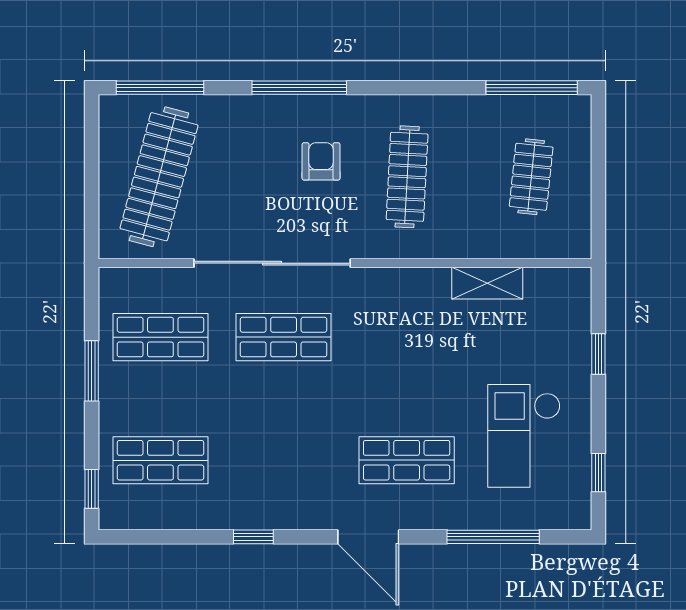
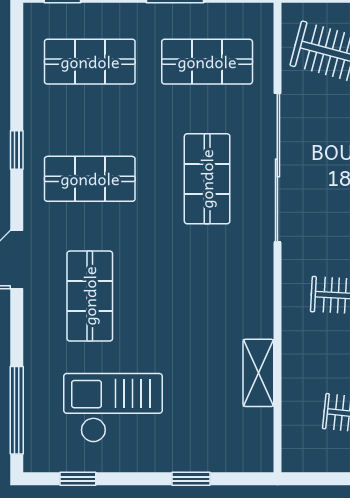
shop shelf: (160, 337) -> (207, 62), turned 90
shop shelf: (160, 460) -> (90, 62), turned 90
shop shelf: (284, 460) -> (90, 179), added
window: (493, 537) -> (17, 410), moved

